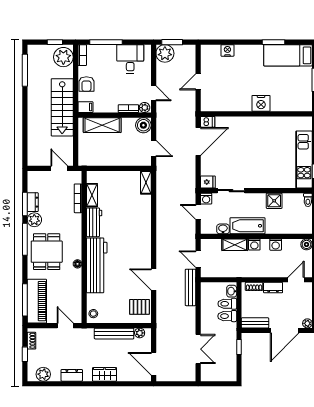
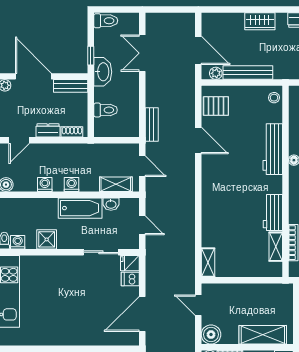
dishwasher: (208, 122) -> (130, 279), moved
washing machine: (206, 199) -> (18, 242), moved
shelving: (235, 245) -> (116, 184), moved
workbench: (97, 265) -> (273, 149), width x0.73, depth x0.76
bench: (191, 287) -> (152, 124), width x0.73
washbasin: (232, 291) -> (103, 72), moved, width x1.91, depth x1.45
toilet: (227, 316) -> (106, 21), moved
door: (285, 331) -> (33, 76), hinge flipped
door: (154, 364) -> (198, 50), moved

